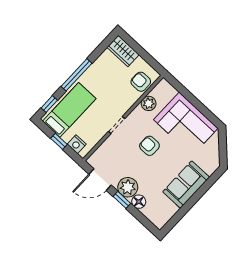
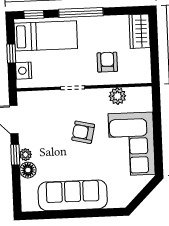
armchair: (141, 82) -> (107, 62), moved
armchair: (149, 146) -> (83, 132), turned -77
sofa: (186, 185) -> (73, 195), width x1.36
plant: (128, 187) -> (25, 155), width x0.53, depth x0.53

